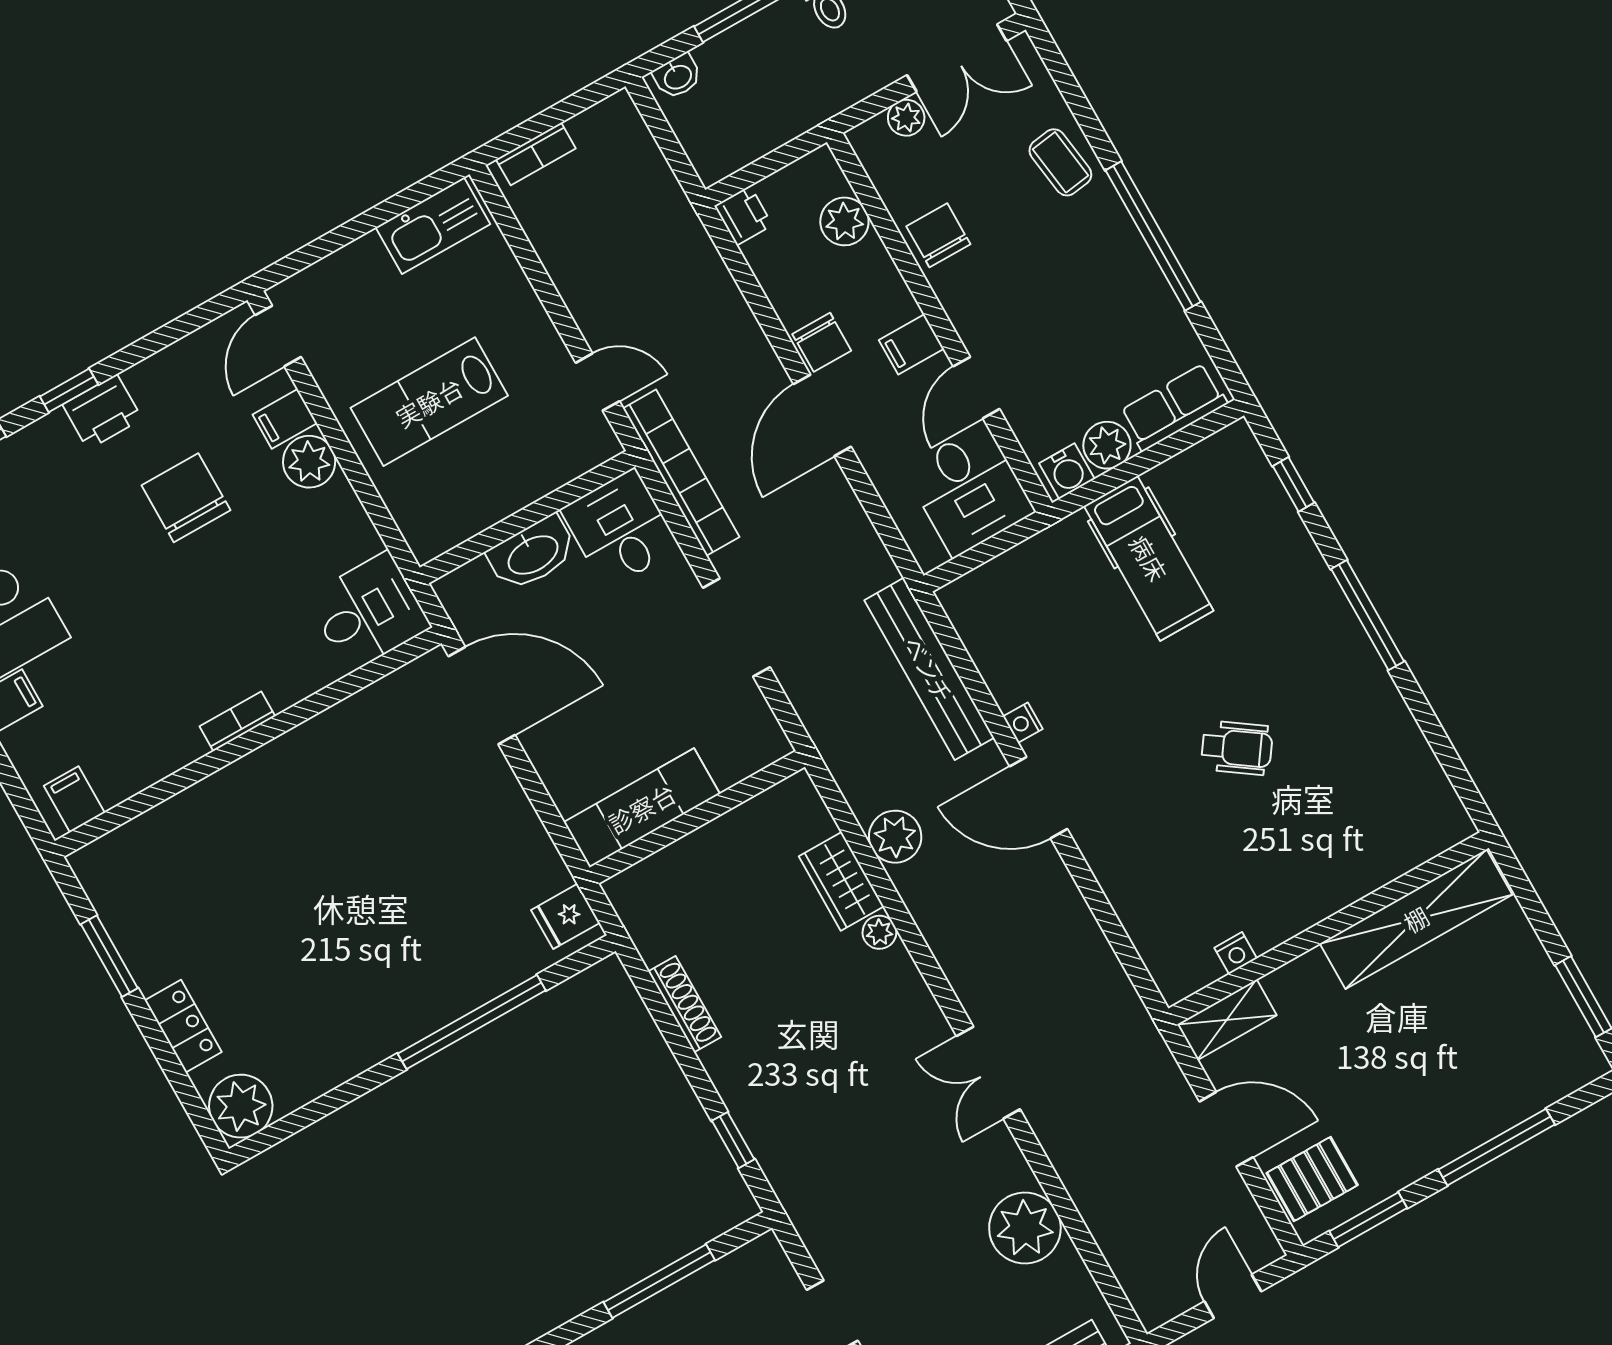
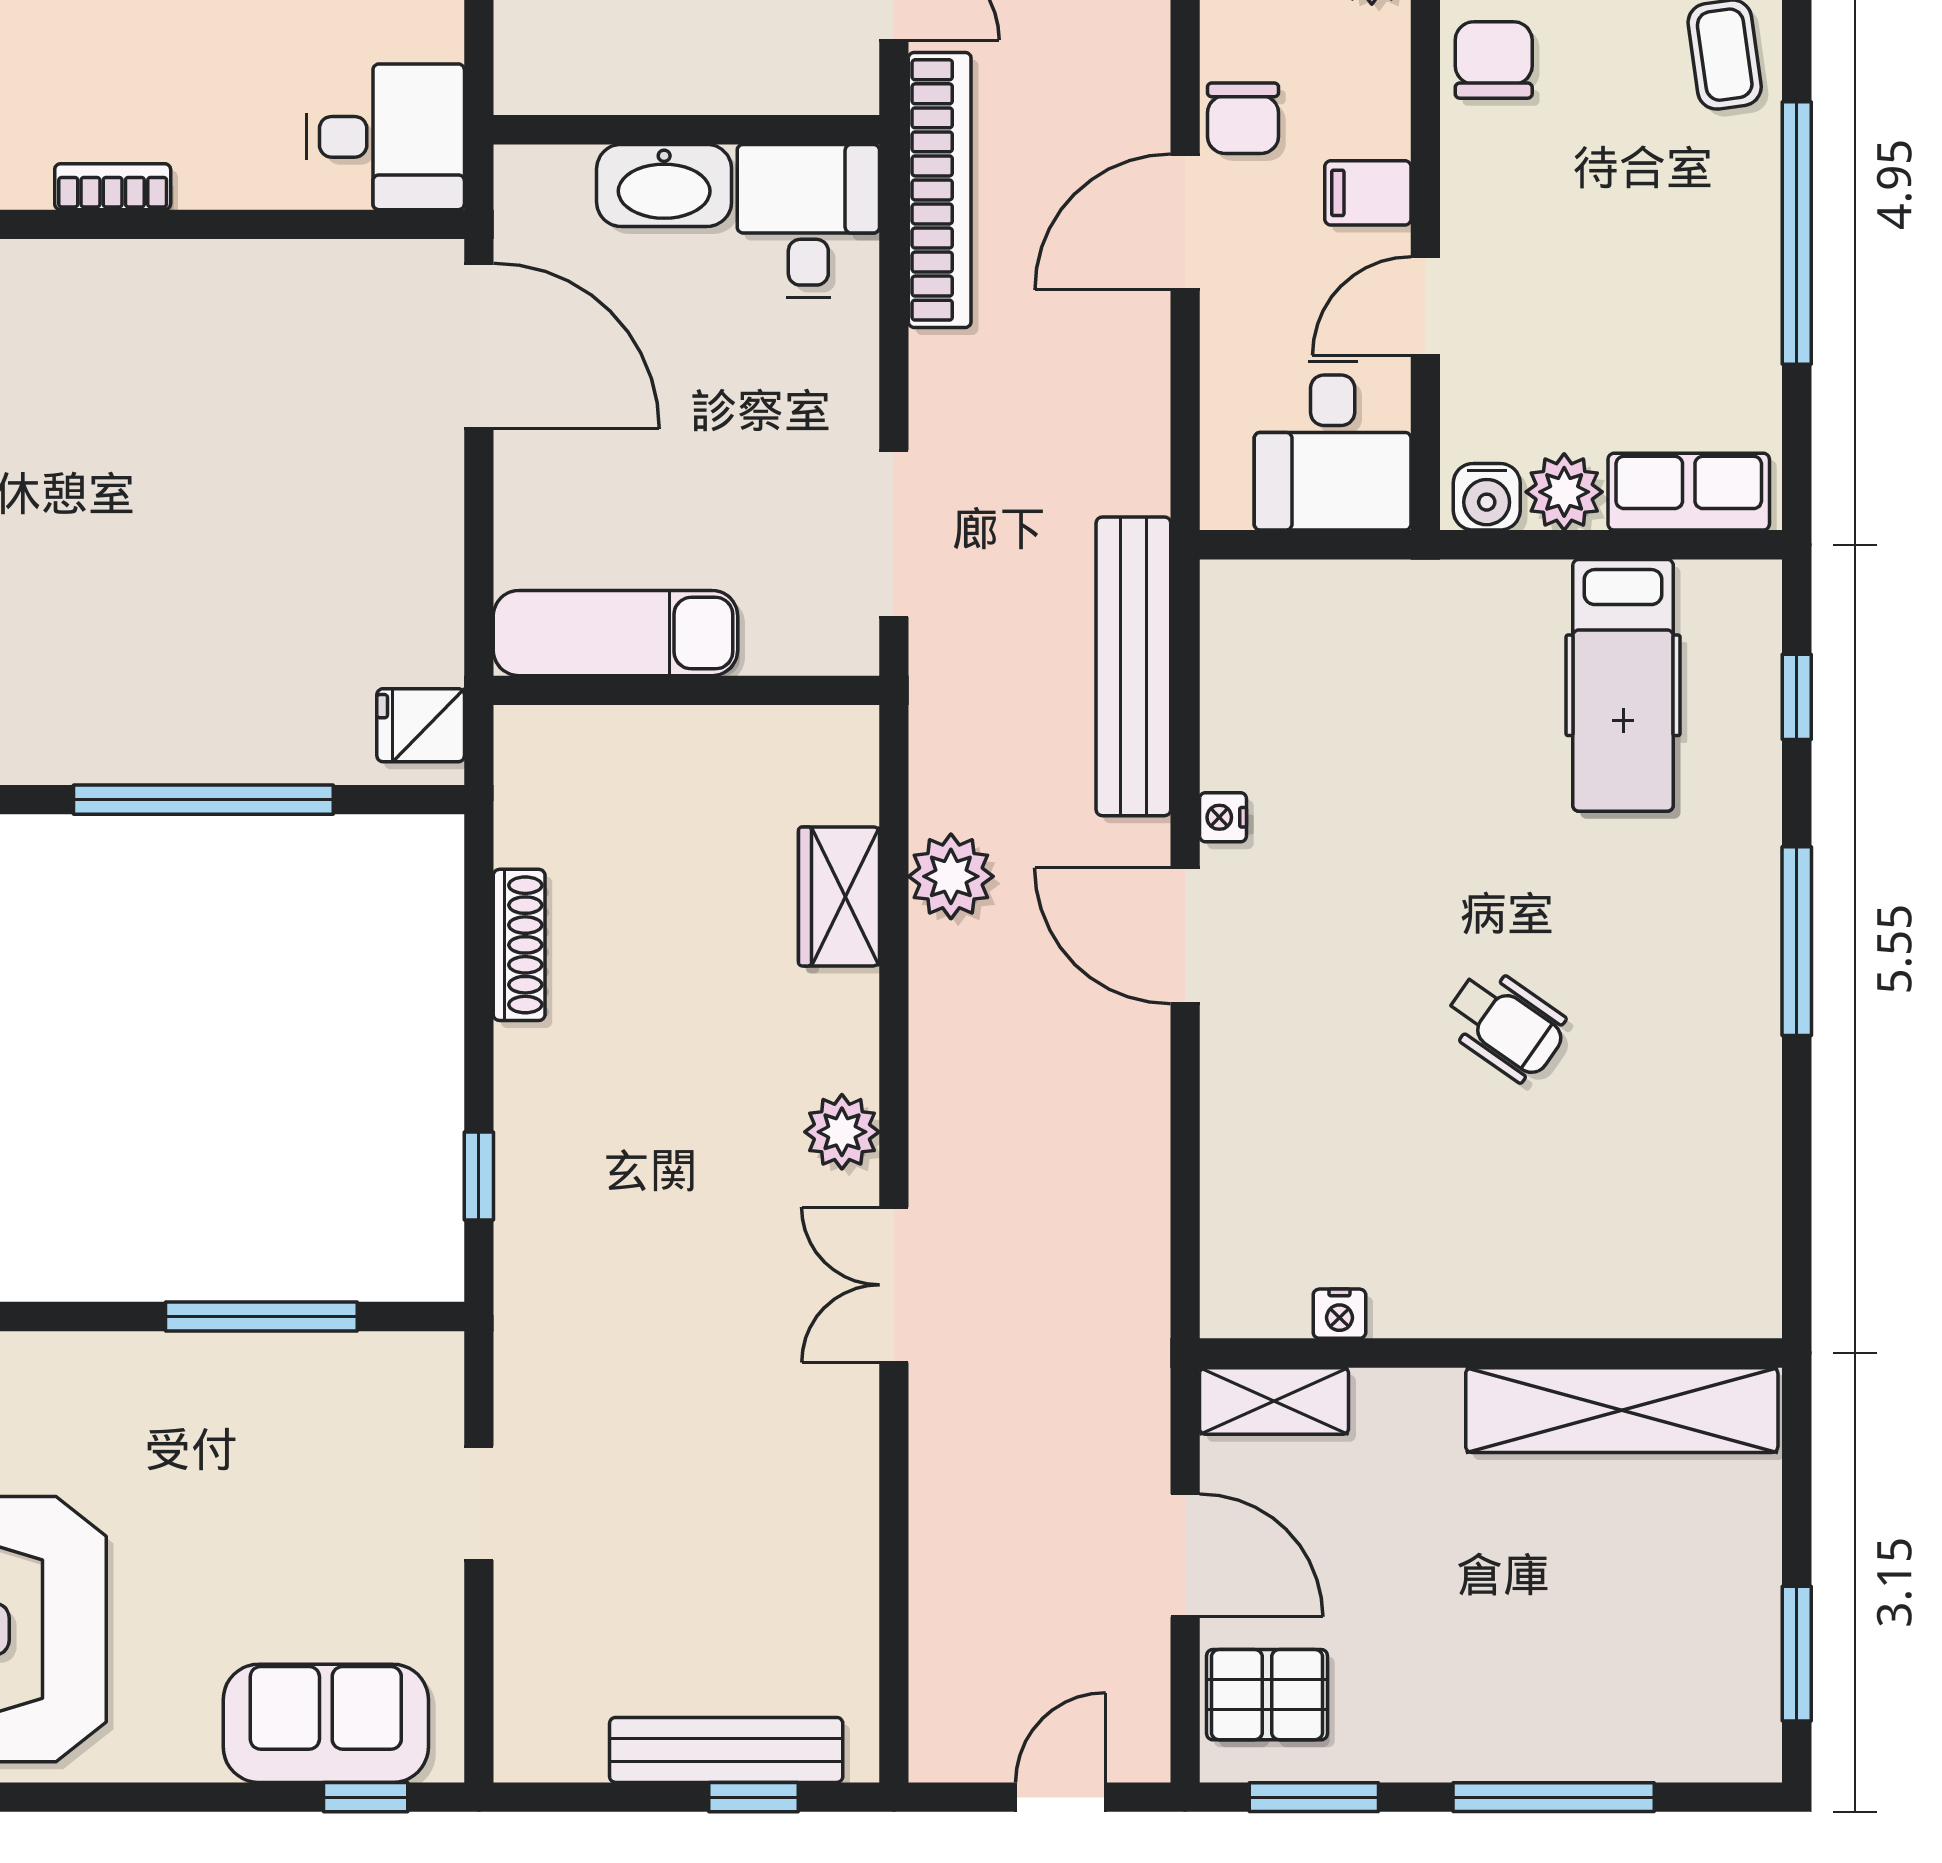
hospital bed: (1149, 558) -> (1623, 685), moved
doorway: (736, 628) -> (894, 534), moved
plant: (879, 932) -> (842, 1132), moved, width x1.38, depth x1.38
plant: (1025, 1228) -> (821, 1534), removed

